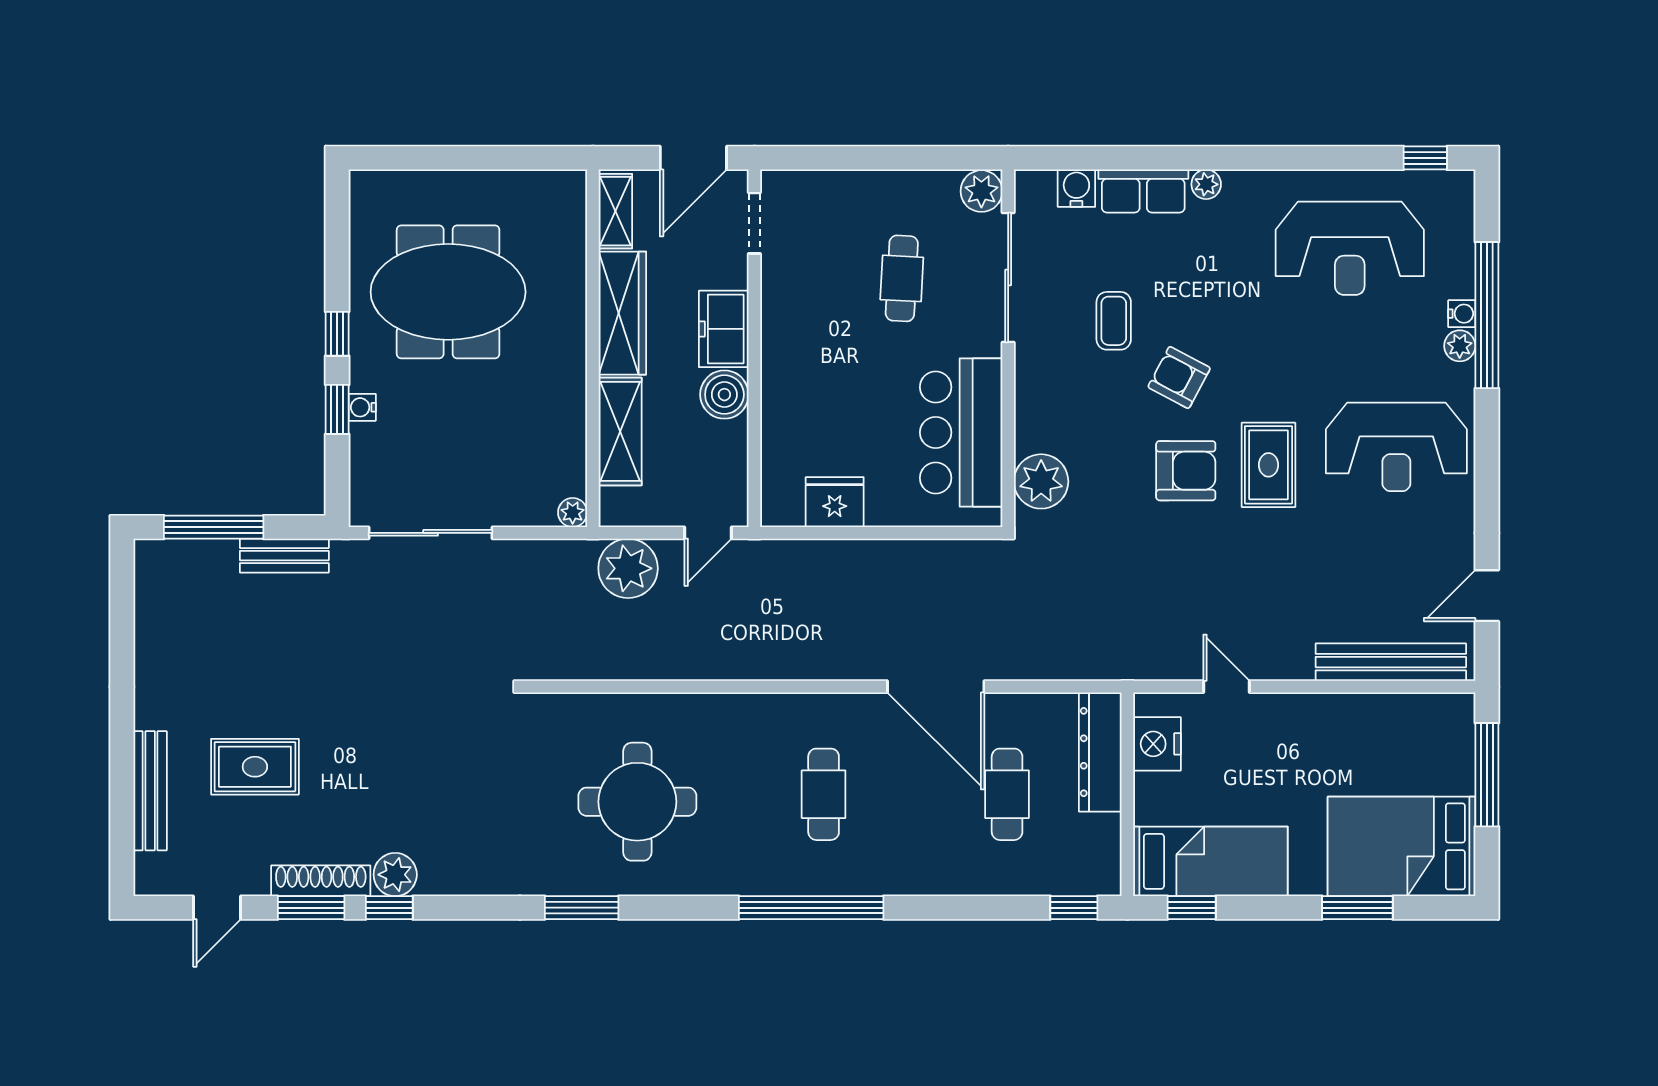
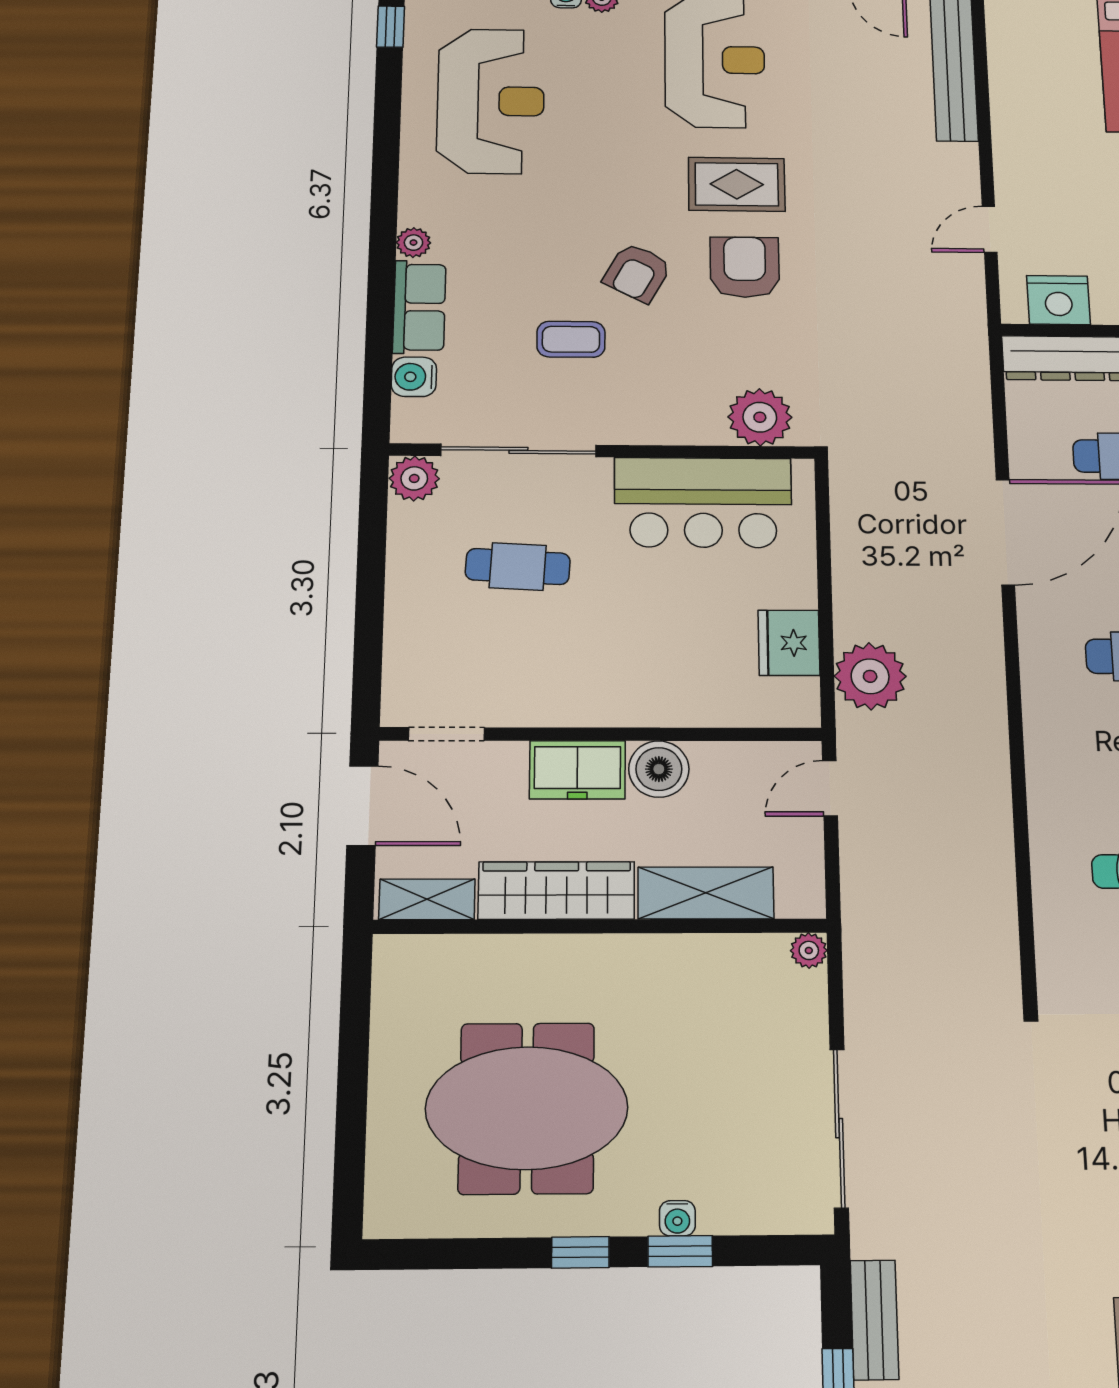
meeting table: (448, 292) -> (527, 1108), turned 90
door: (708, 533) -> (830, 788), swing flipped
plant: (628, 568) -> (870, 676), moved

